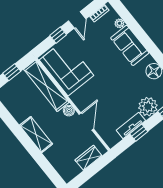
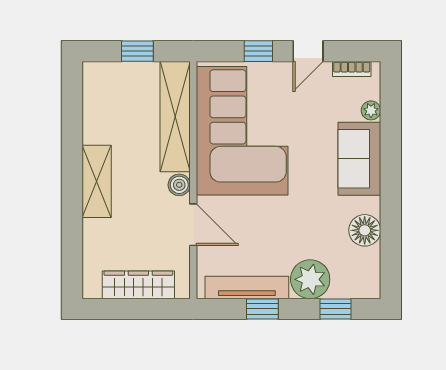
corner sofa: (66, 68) -> (242, 131), width x1.36, depth x1.36
door: (86, 122) -> (193, 225), hinge flipped
tv unit: (131, 125) -> (247, 288), width x1.41
wardrobe: (88, 158) -> (138, 285), width x1.50

